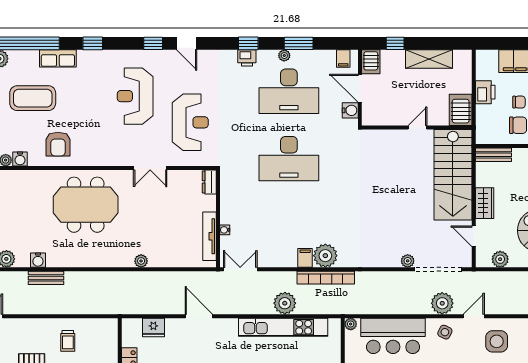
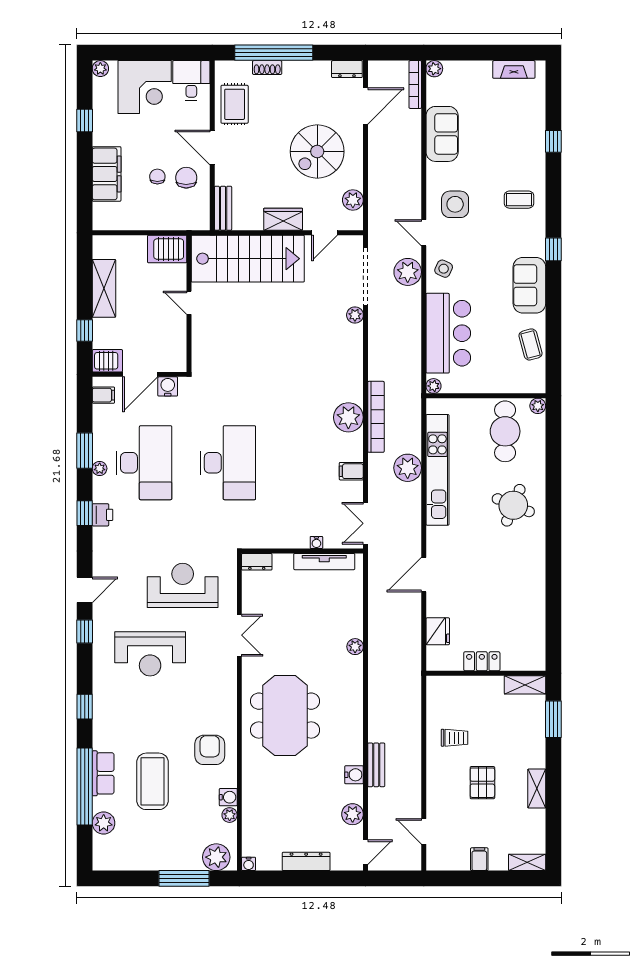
row of seats: (58, 58) -> (103, 773), moved
printer: (485, 92) -> (145, 218), removed
armchair: (58, 144) -> (210, 750), turned -90
filing cabinet: (305, 258) -> (351, 471), moved

